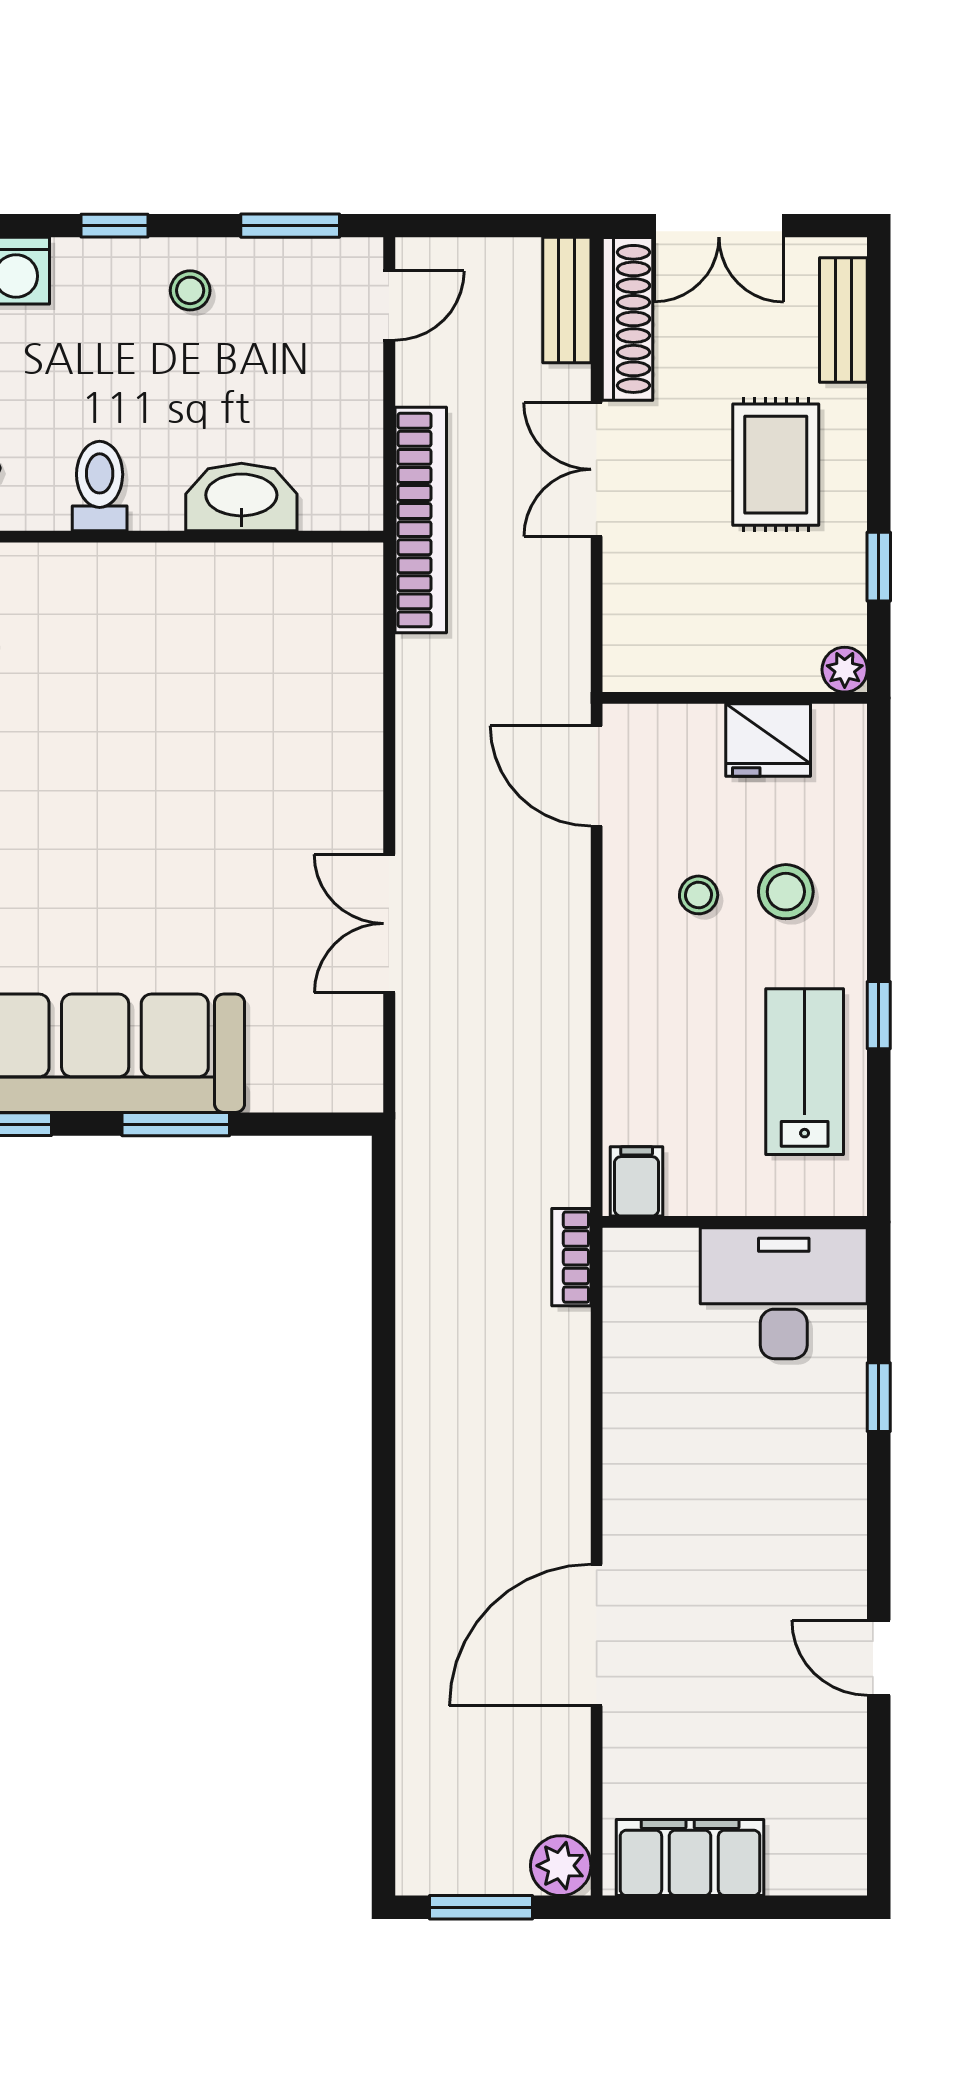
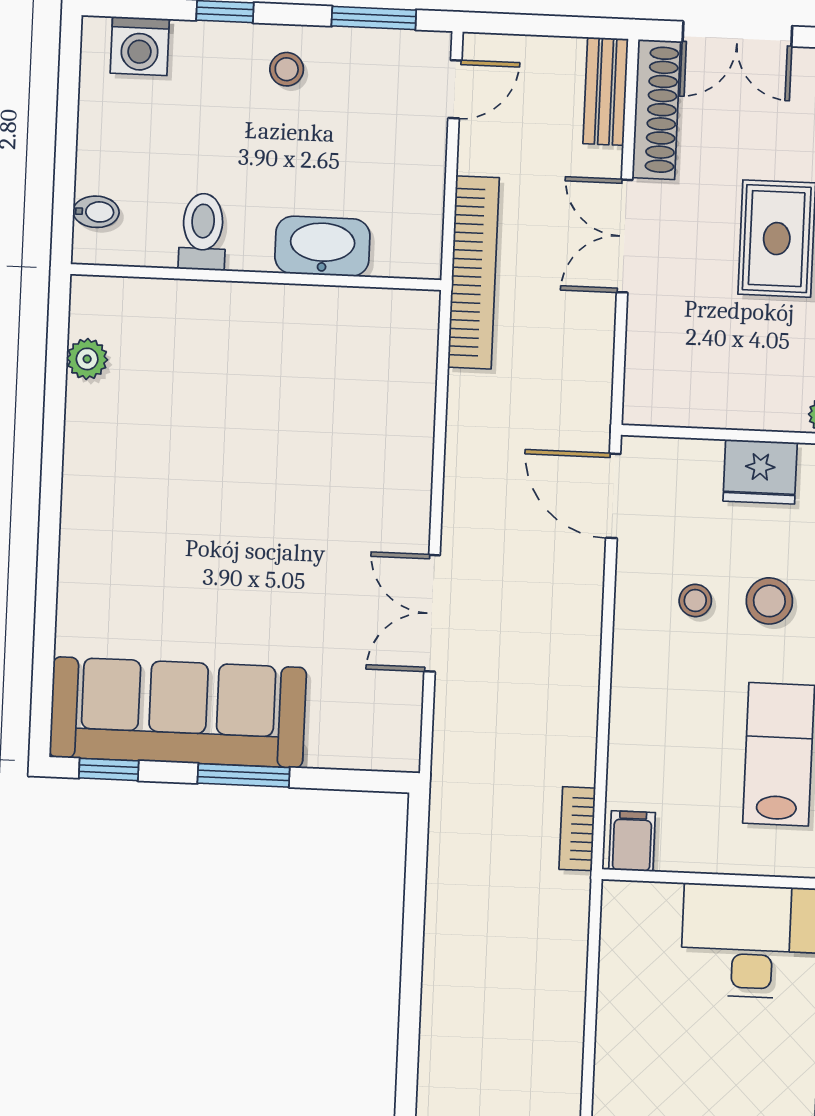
bookcase: (571, 1257) -> (577, 829), moved

